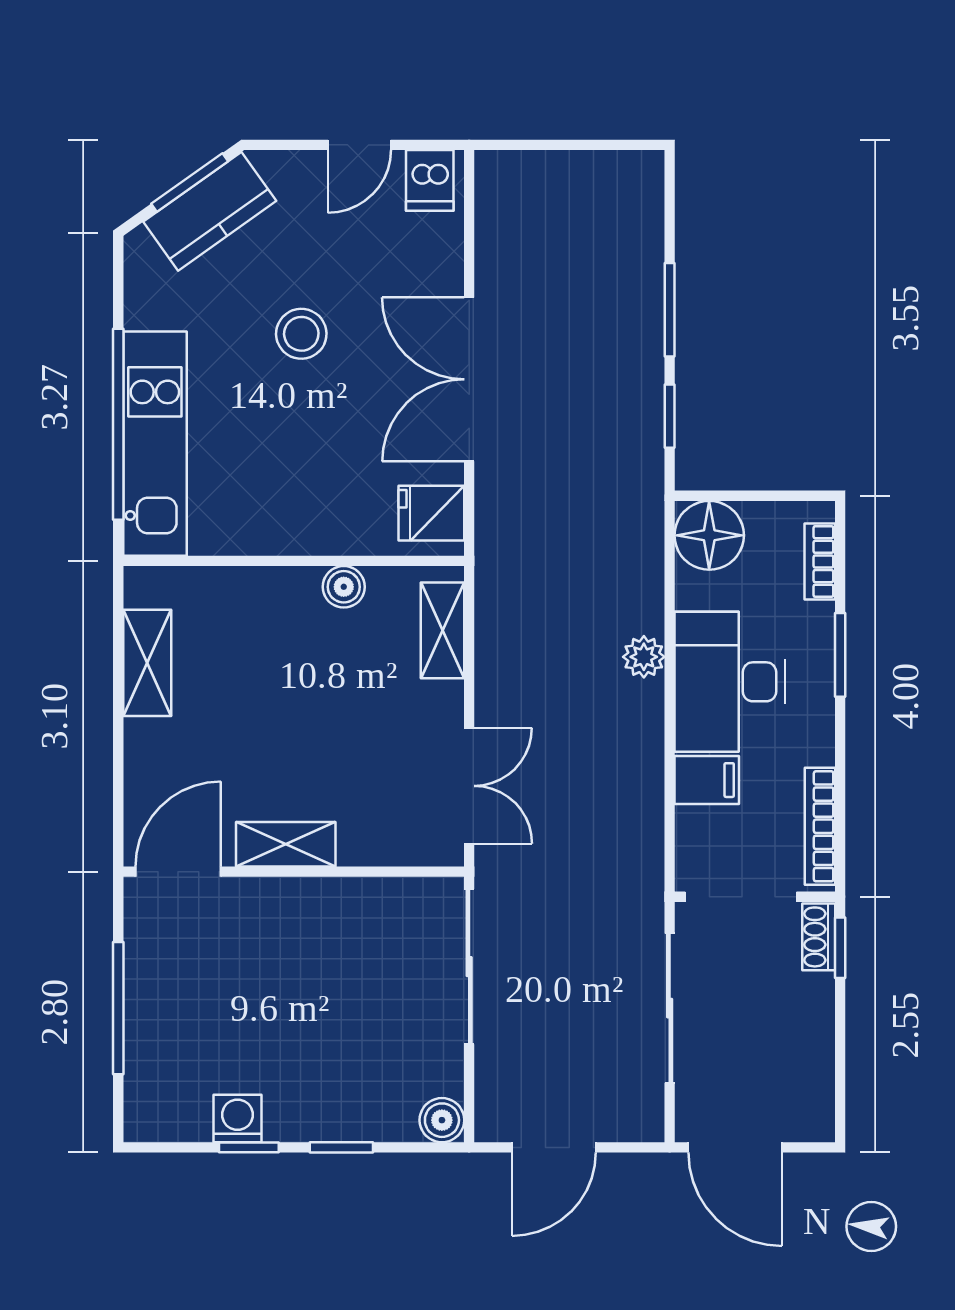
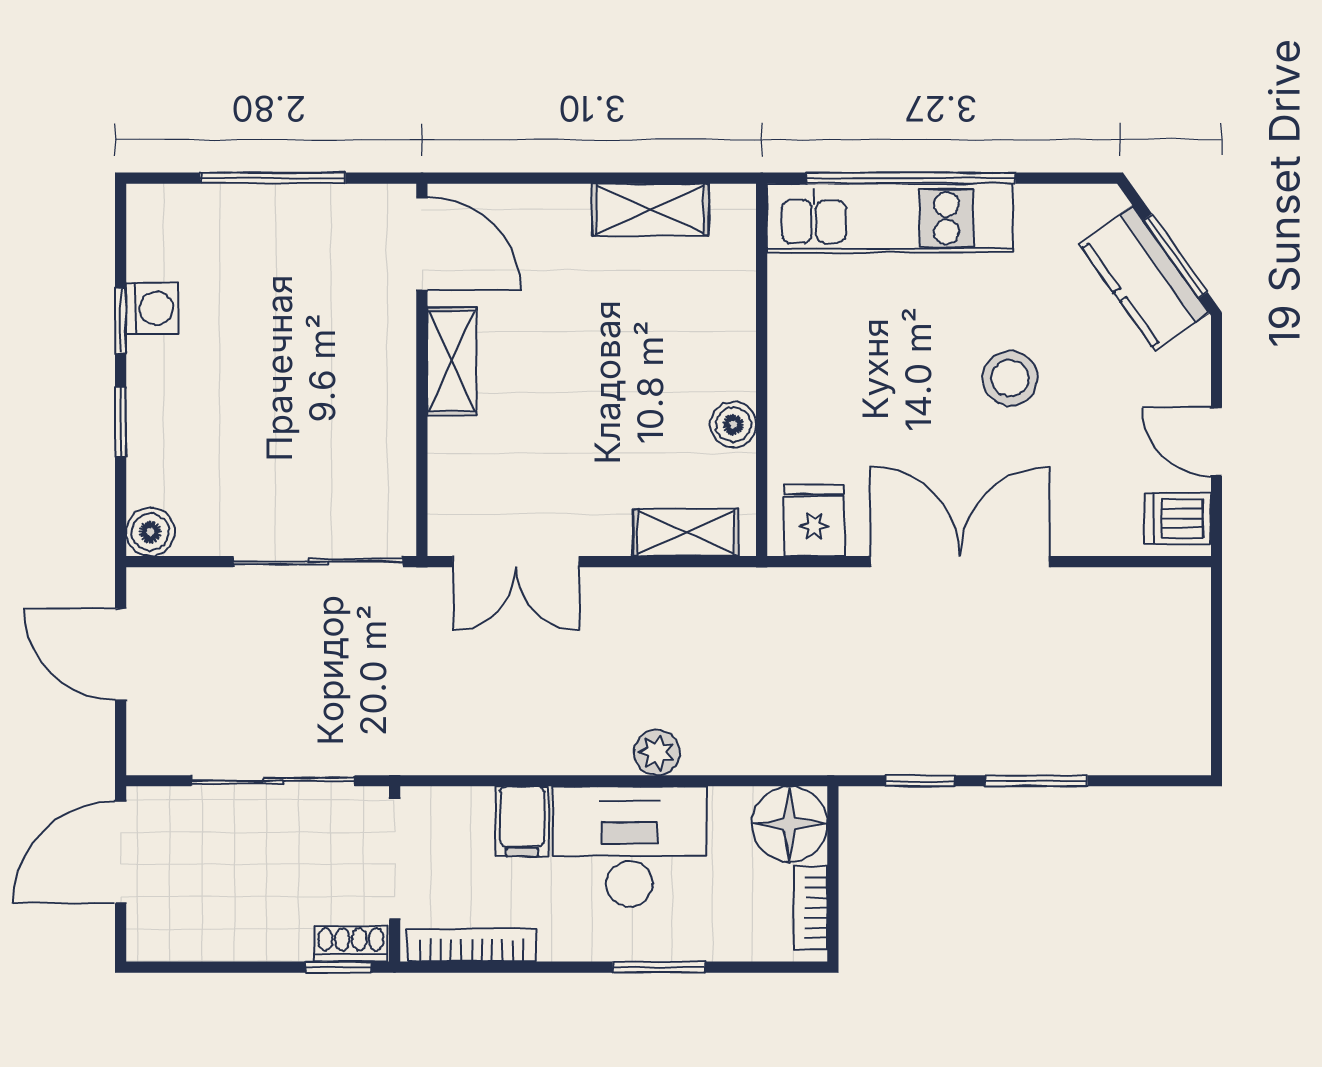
bookcase: (820, 561) -> (811, 908), moved, turned -90

